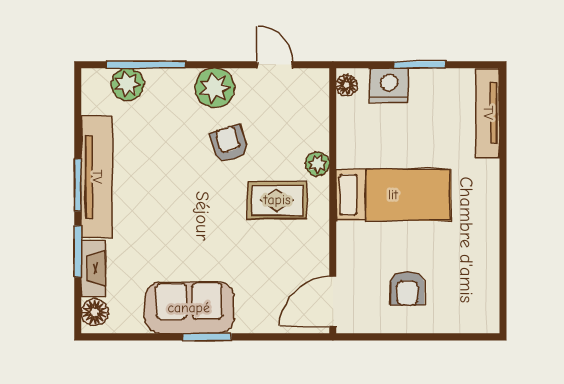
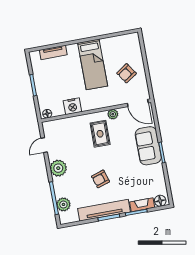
nightstand: (389, 85) -> (72, 106), moved, turned -90
tv unit: (488, 113) -> (53, 52), width x0.71
armchair: (229, 144) -> (101, 179), moved
plant: (317, 164) -> (113, 114), moved
bed: (393, 195) -> (93, 64), moved, turned 180
armchair: (407, 288) -> (127, 73), turned 146
sofa: (189, 308) -> (148, 146), moved

